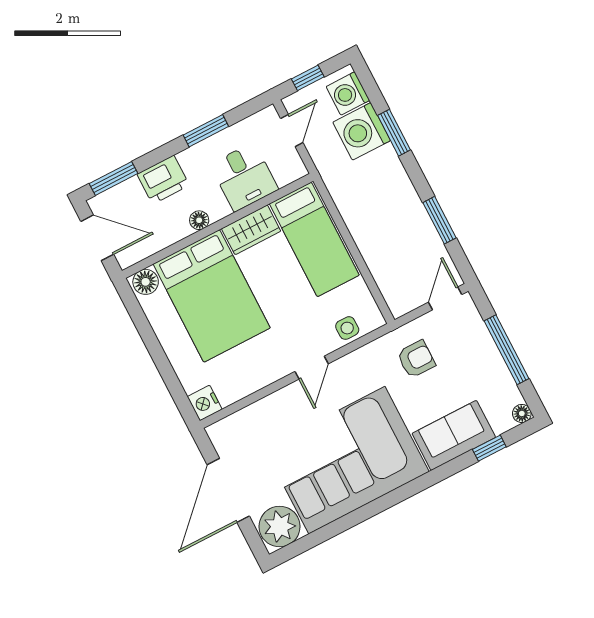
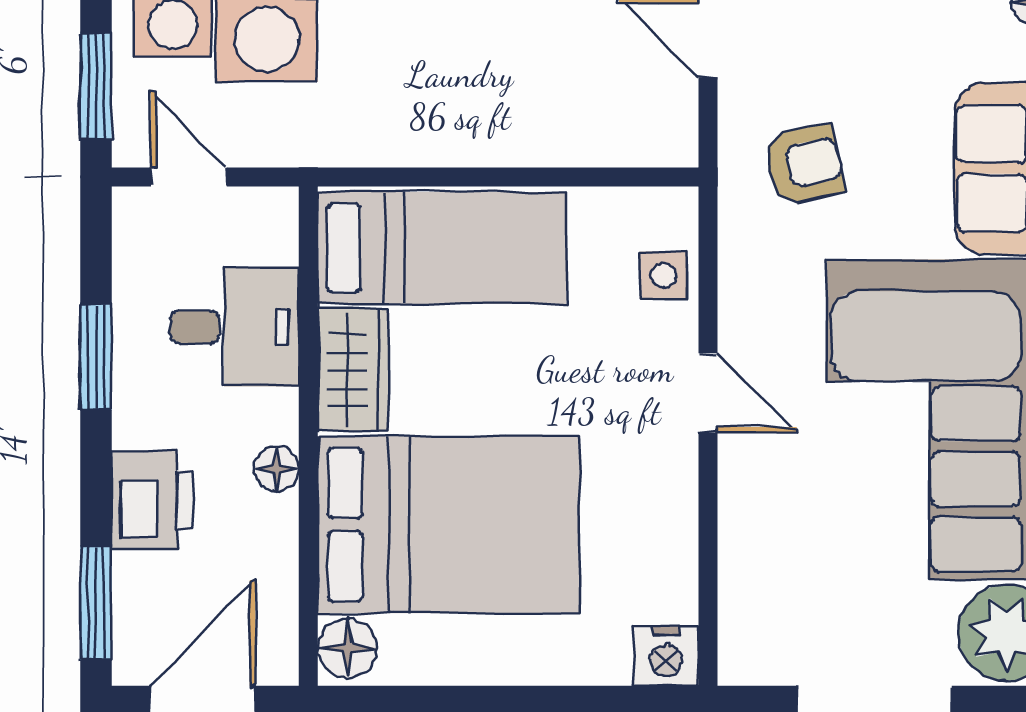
window: (308, 78) -> (96, 86), width x1.50
armchair: (416, 359) -> (804, 164), turned 78

